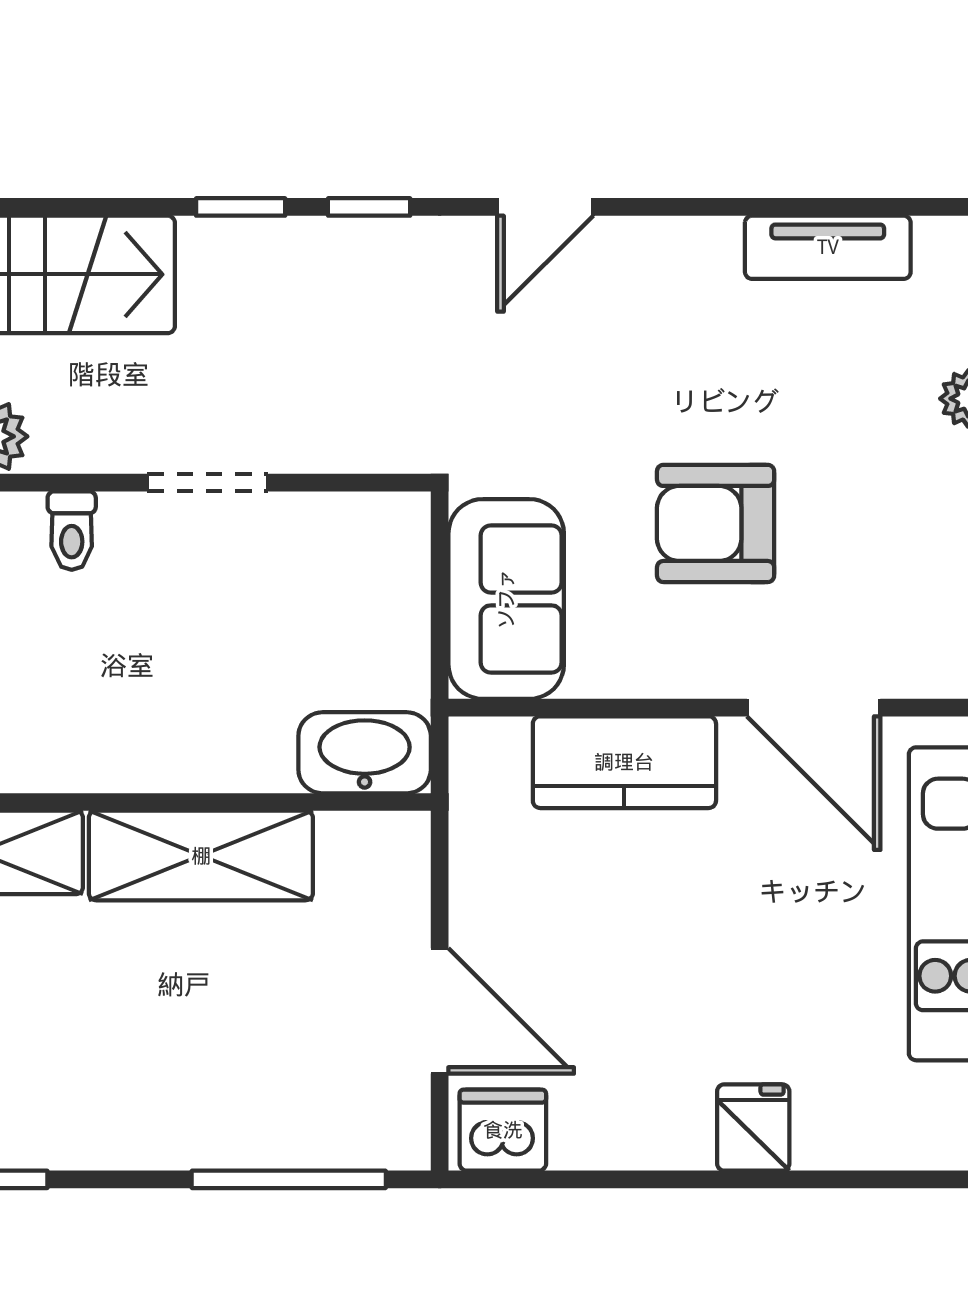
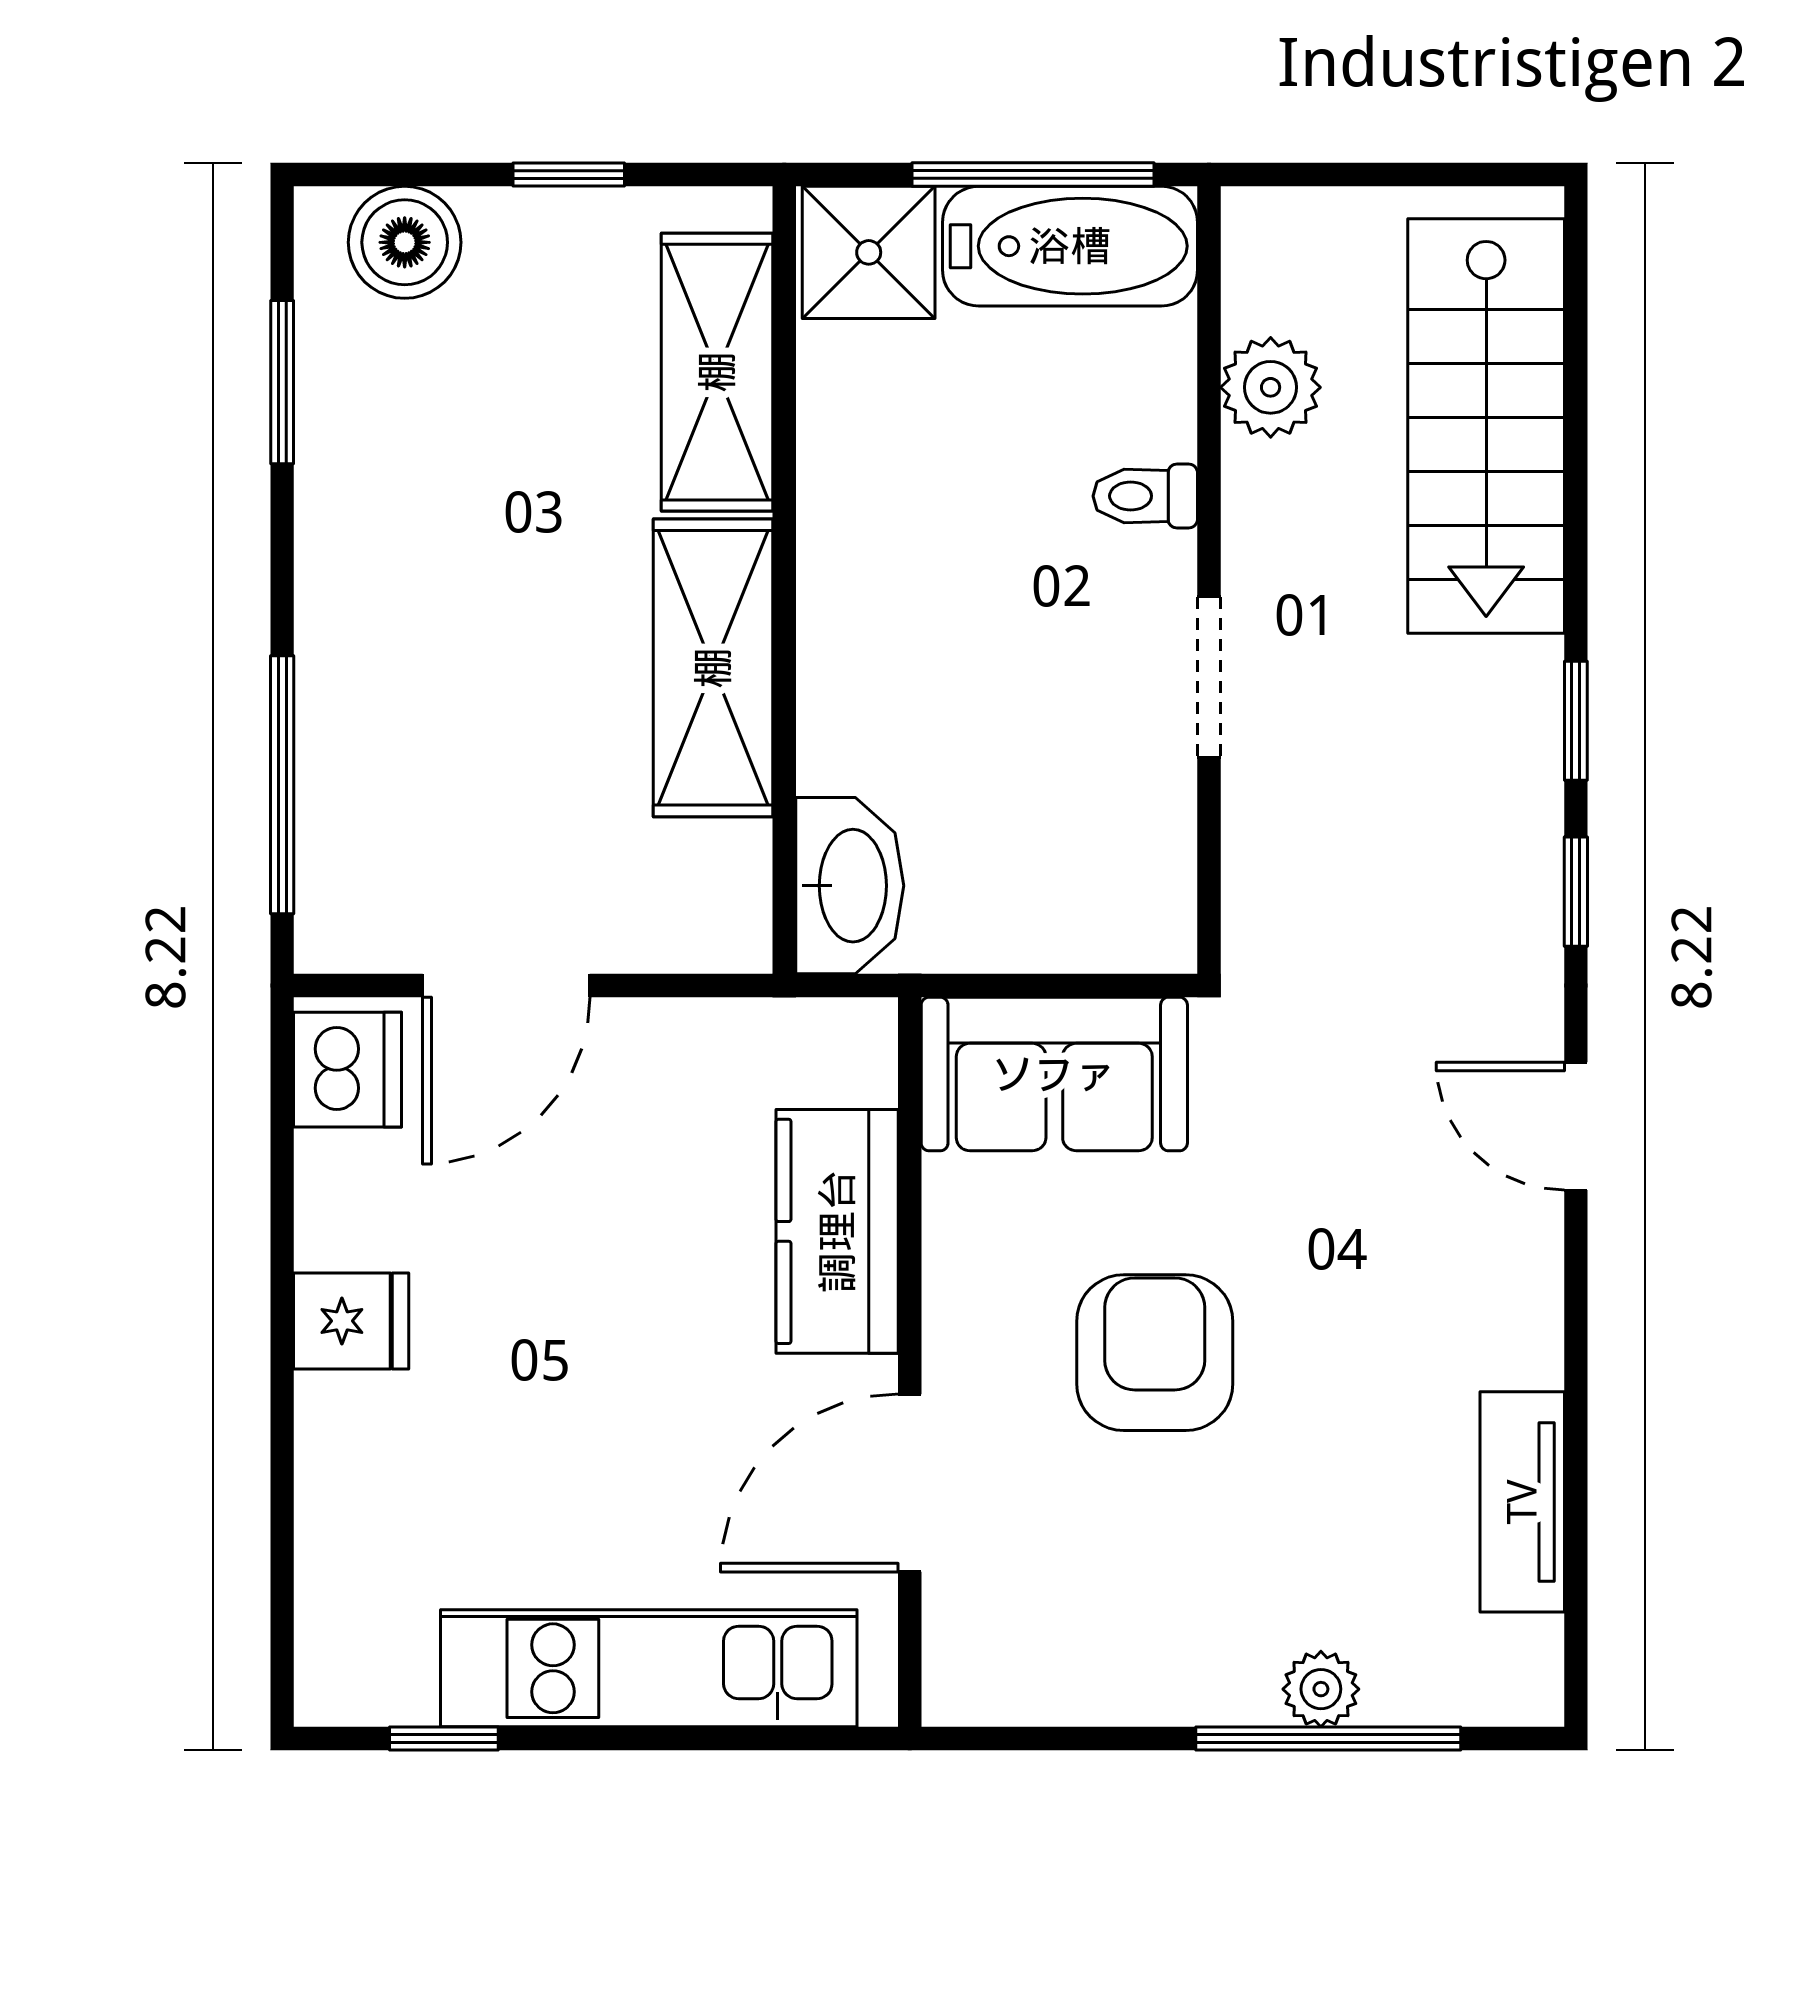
fridge: (753, 1127) -> (351, 1321), moved

